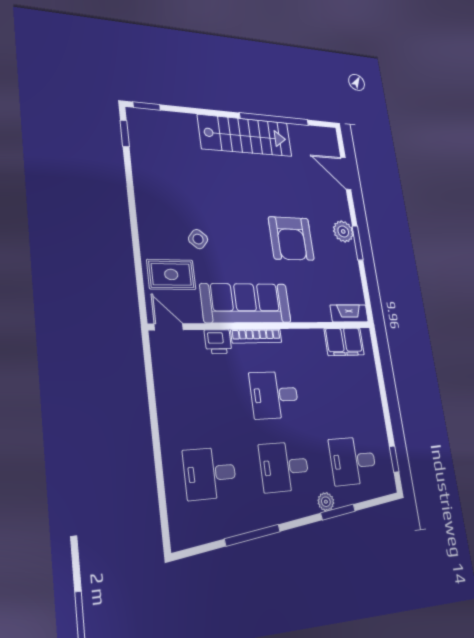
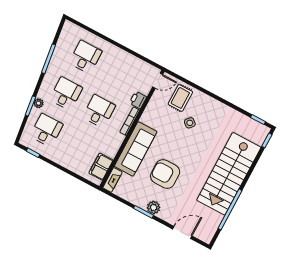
stairs: (245, 136) -> (229, 174), width x1.36, depth x1.51
sofa: (246, 303) -> (136, 149), moved

